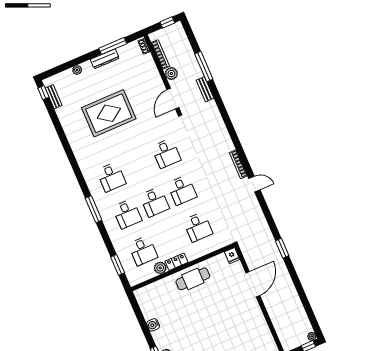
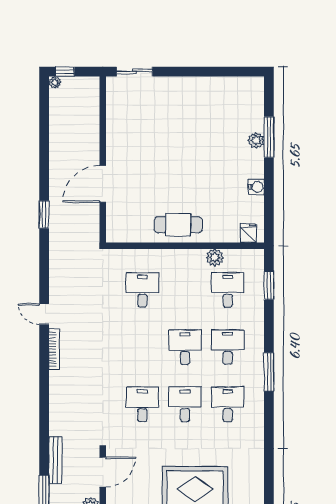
bench: (205, 89) -> (55, 460), width x1.36
desk: (182, 190) -> (185, 404), moved
fridge: (232, 256) -> (248, 233), moved
locker: (176, 262) -> (190, 256), removed

